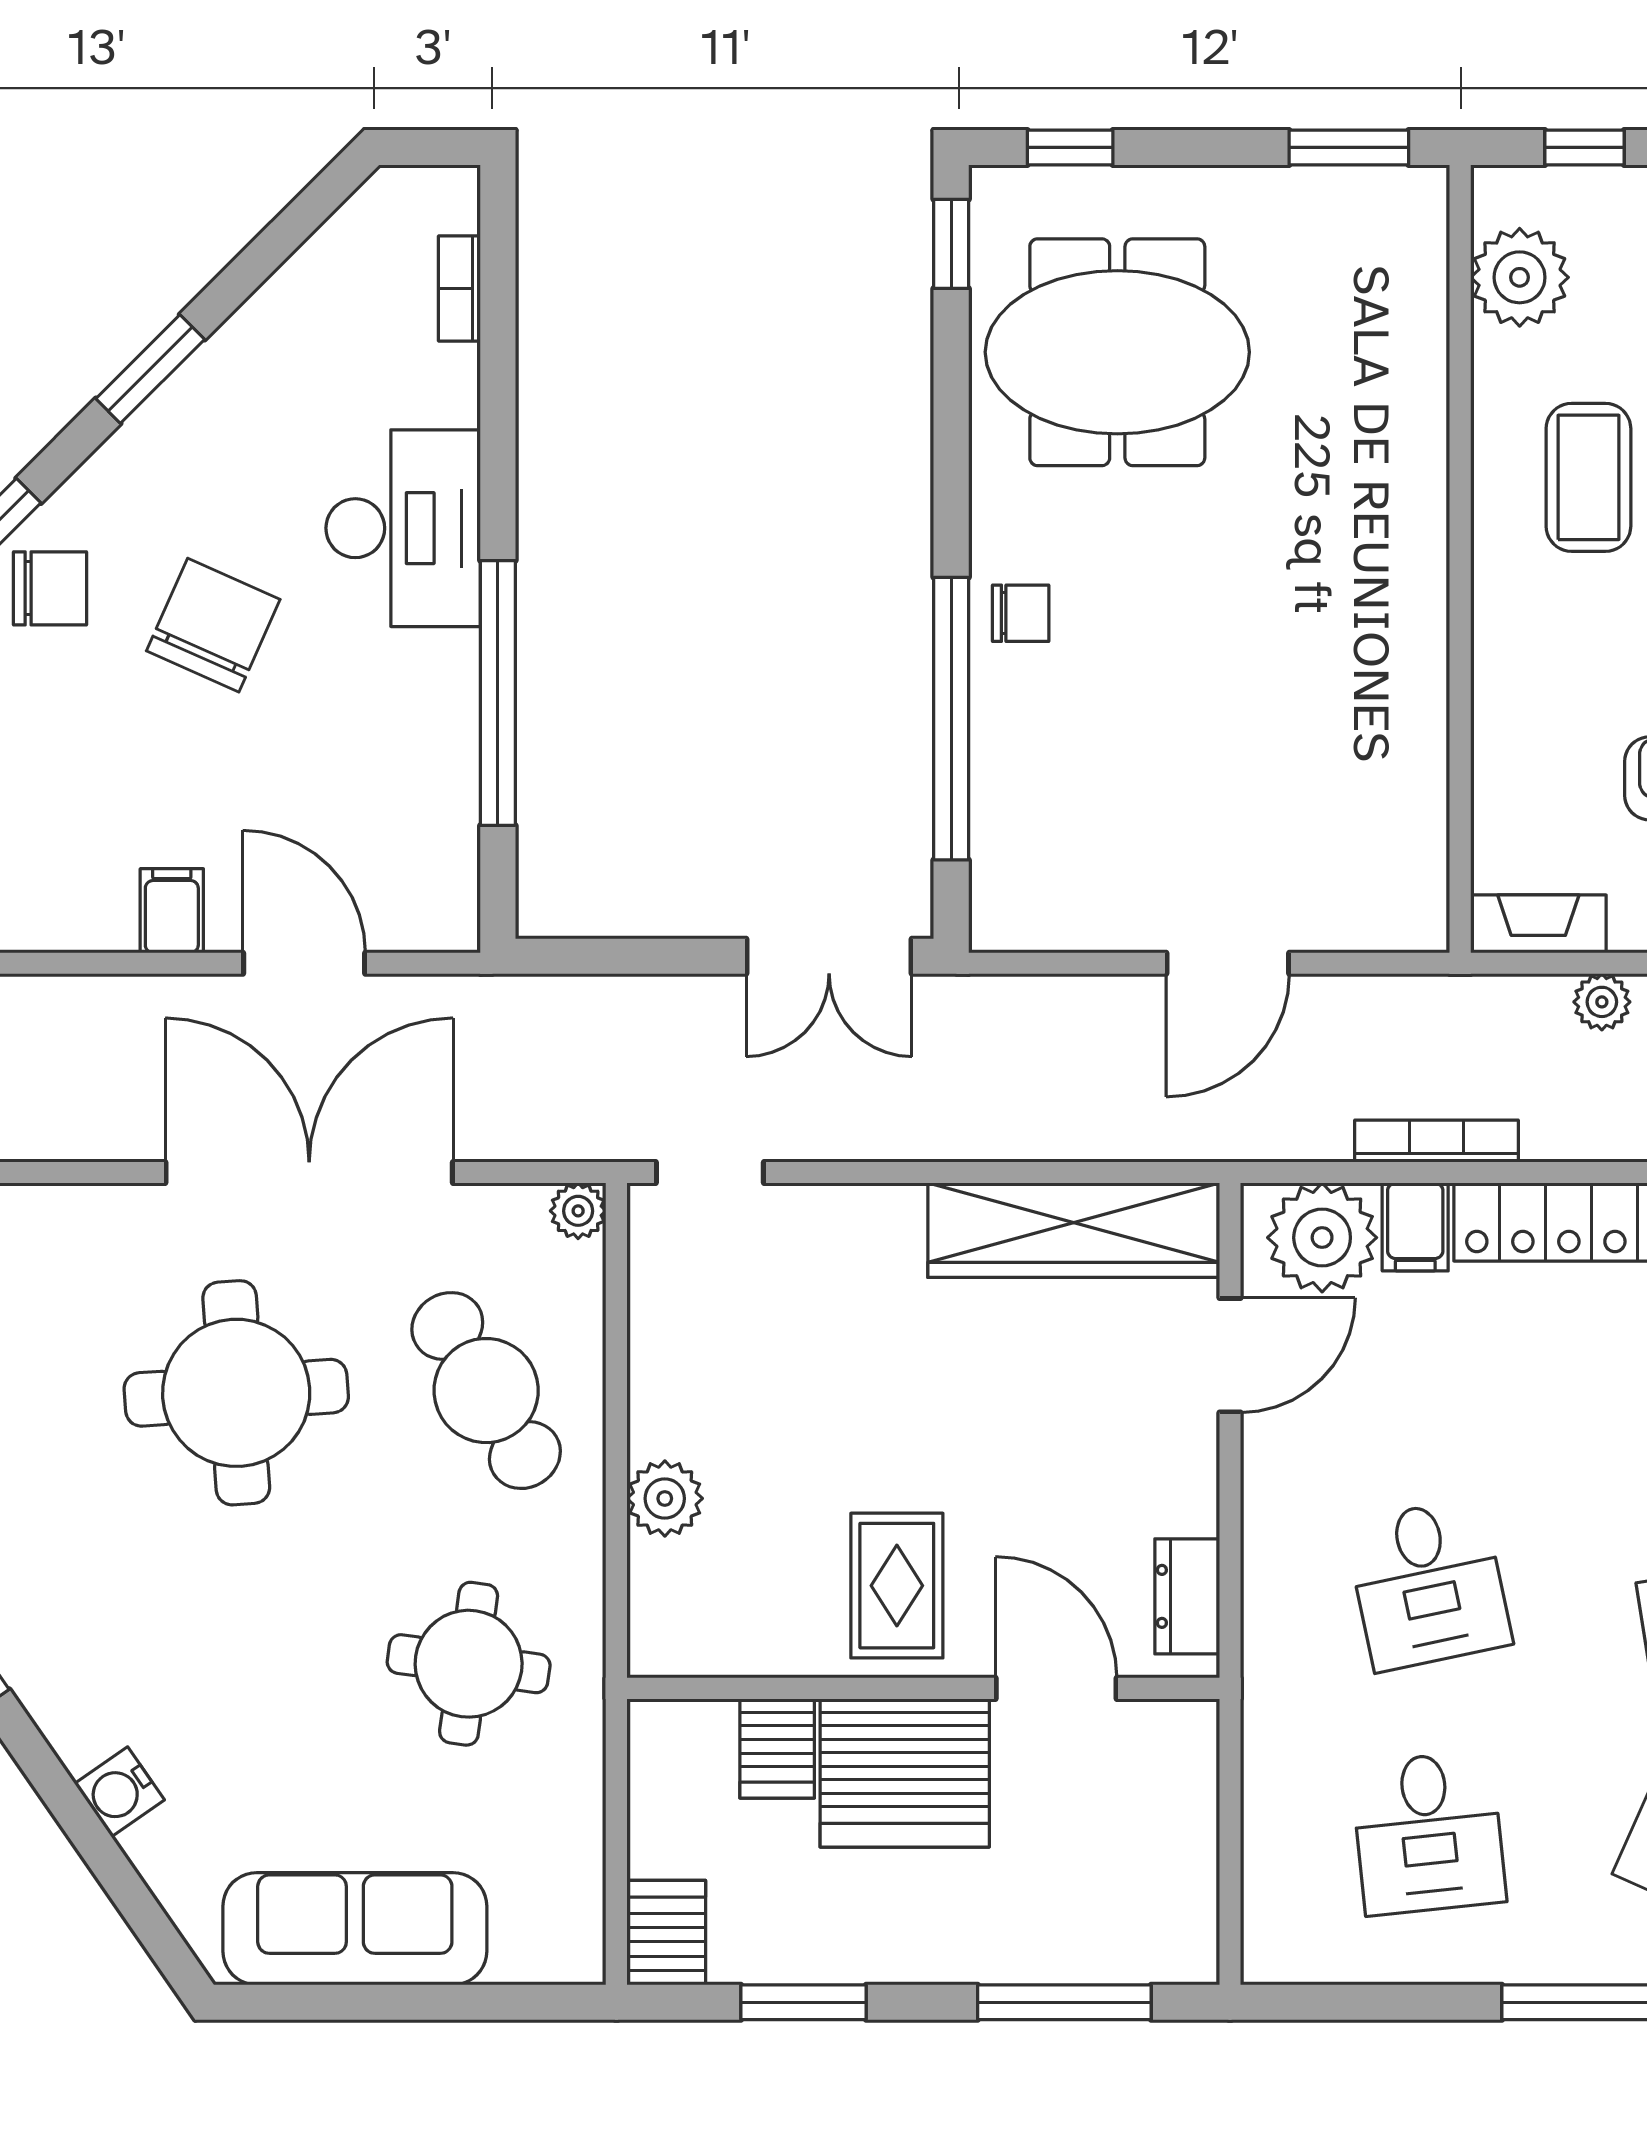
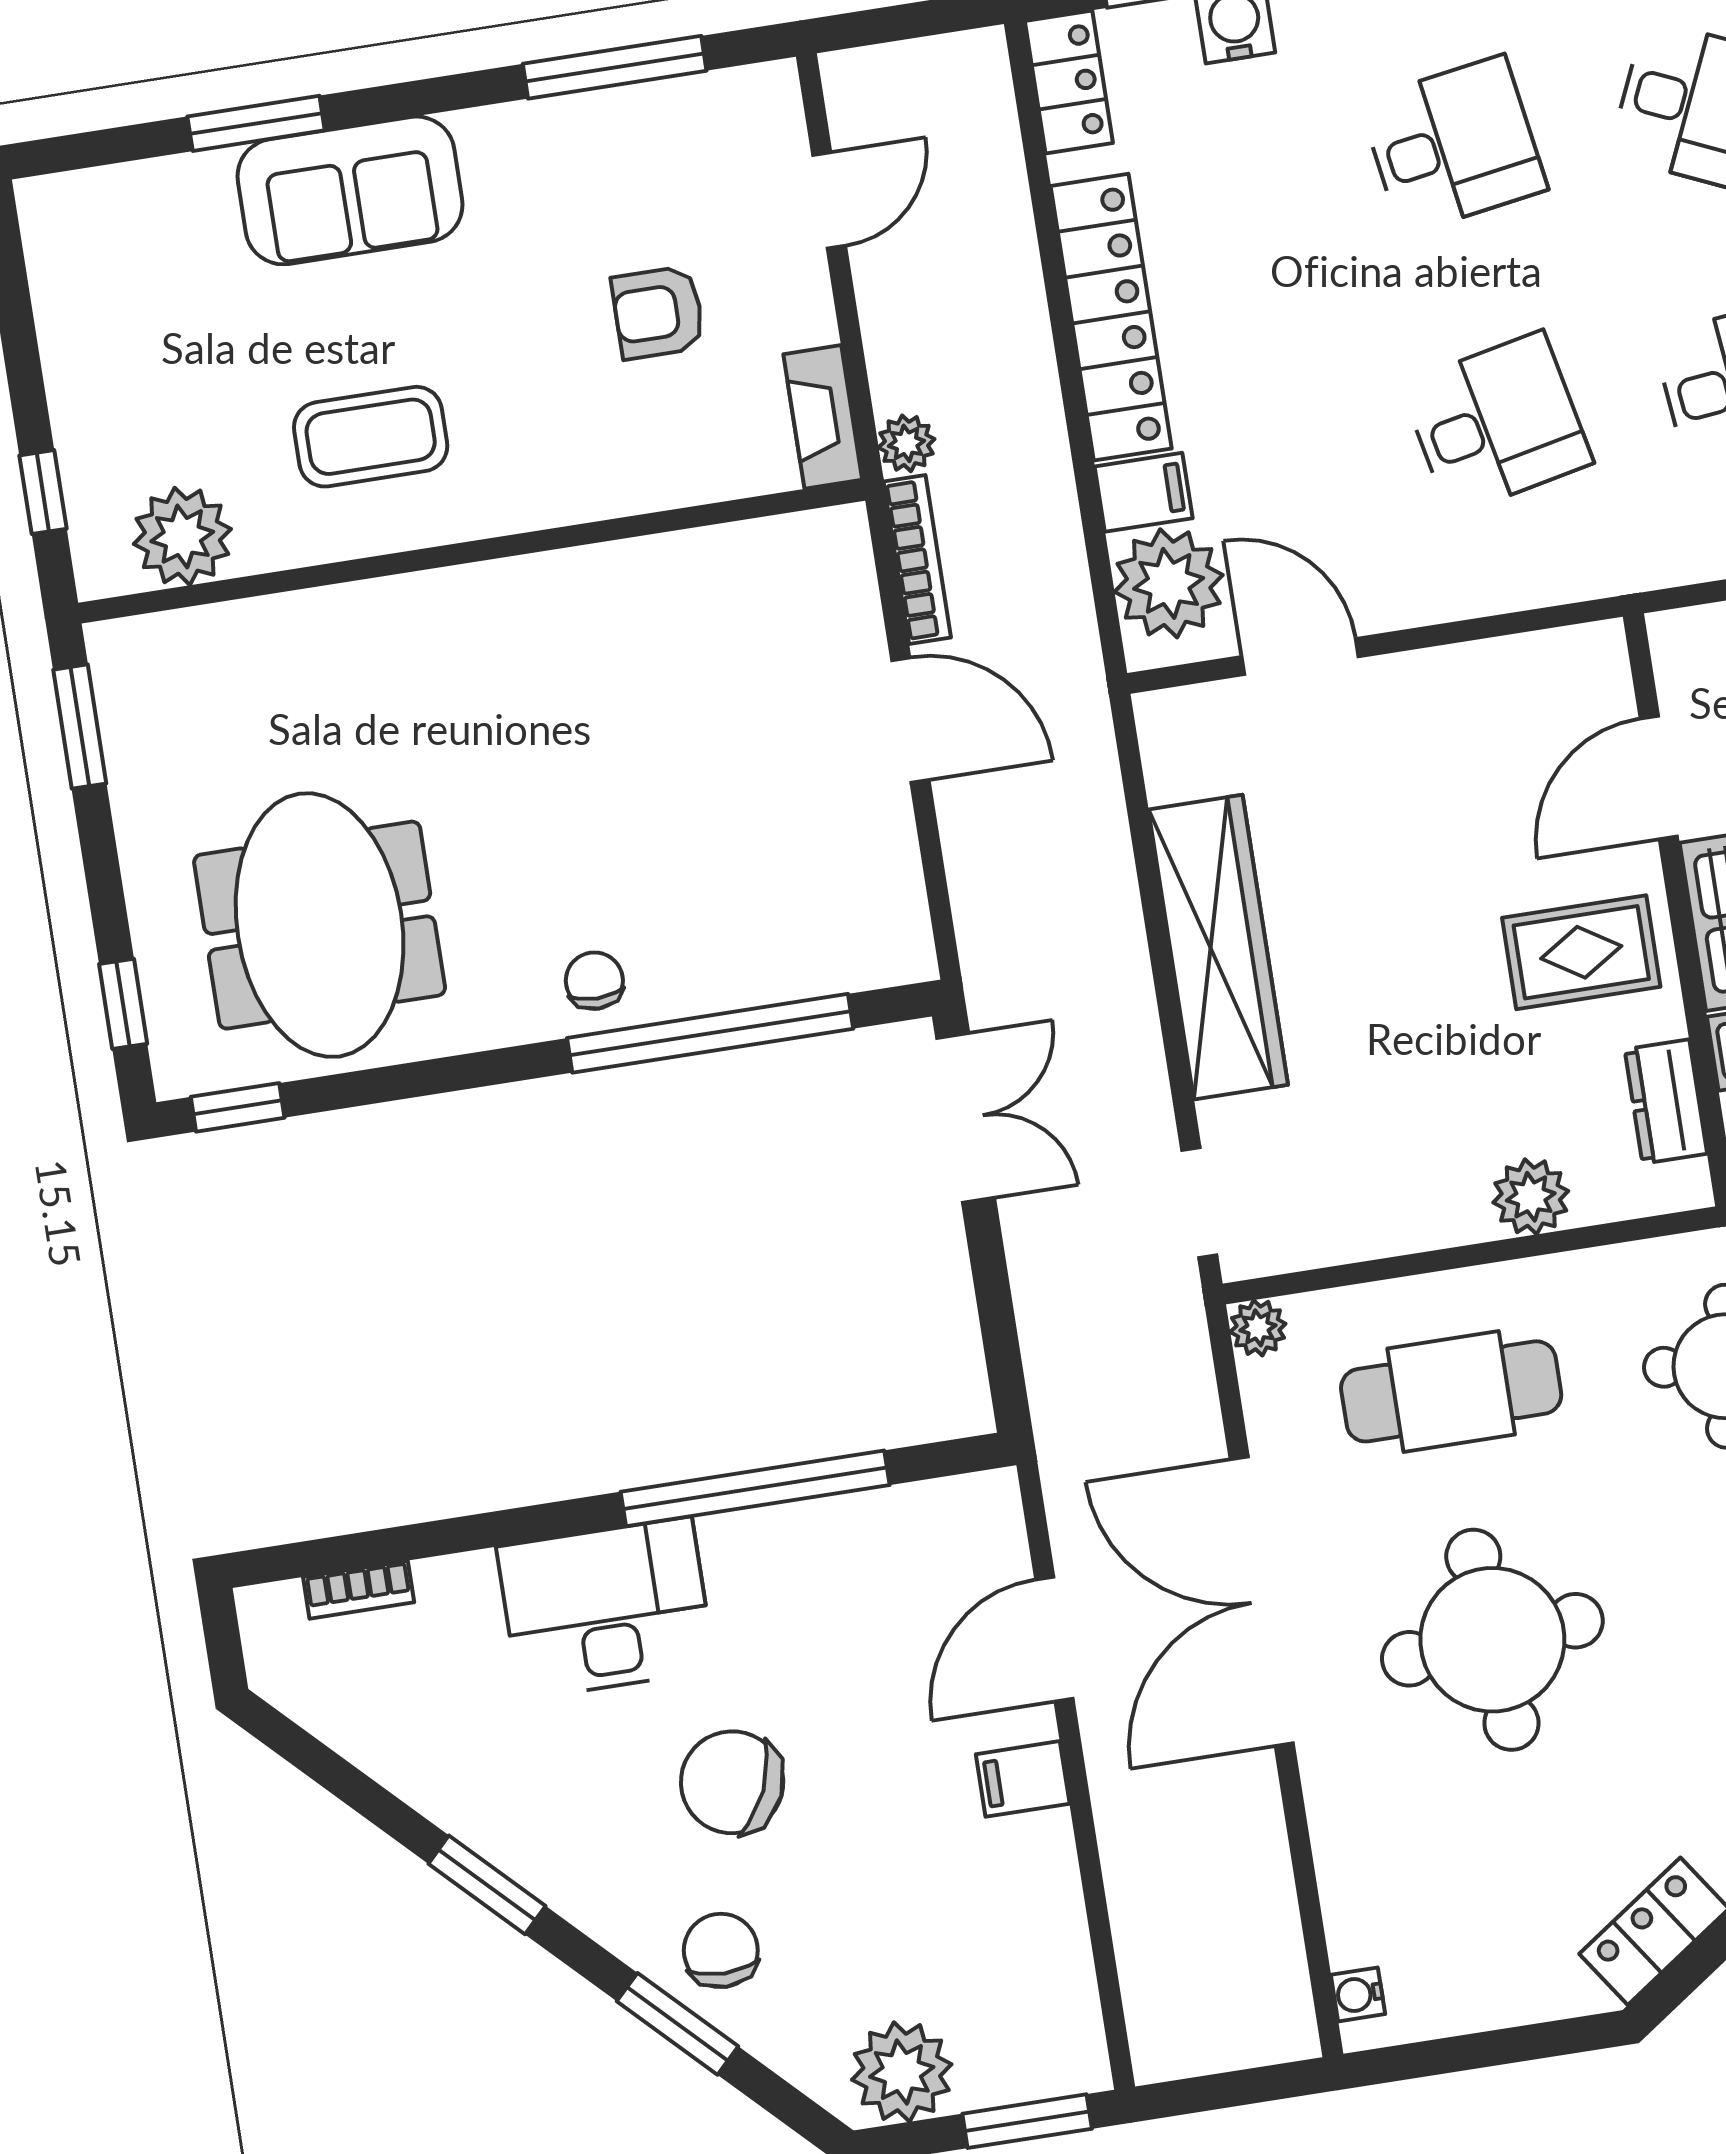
plant: (1602, 1002) -> (907, 443), moved
bookcase: (1437, 1141) -> (917, 559), moved, turned 180
wardrobe: (1074, 1230) -> (1218, 947), moved
cafe table: (486, 1391) -> (1451, 1391), turned 31
dresser: (1187, 1596) -> (1666, 1102), moved, turned 90

